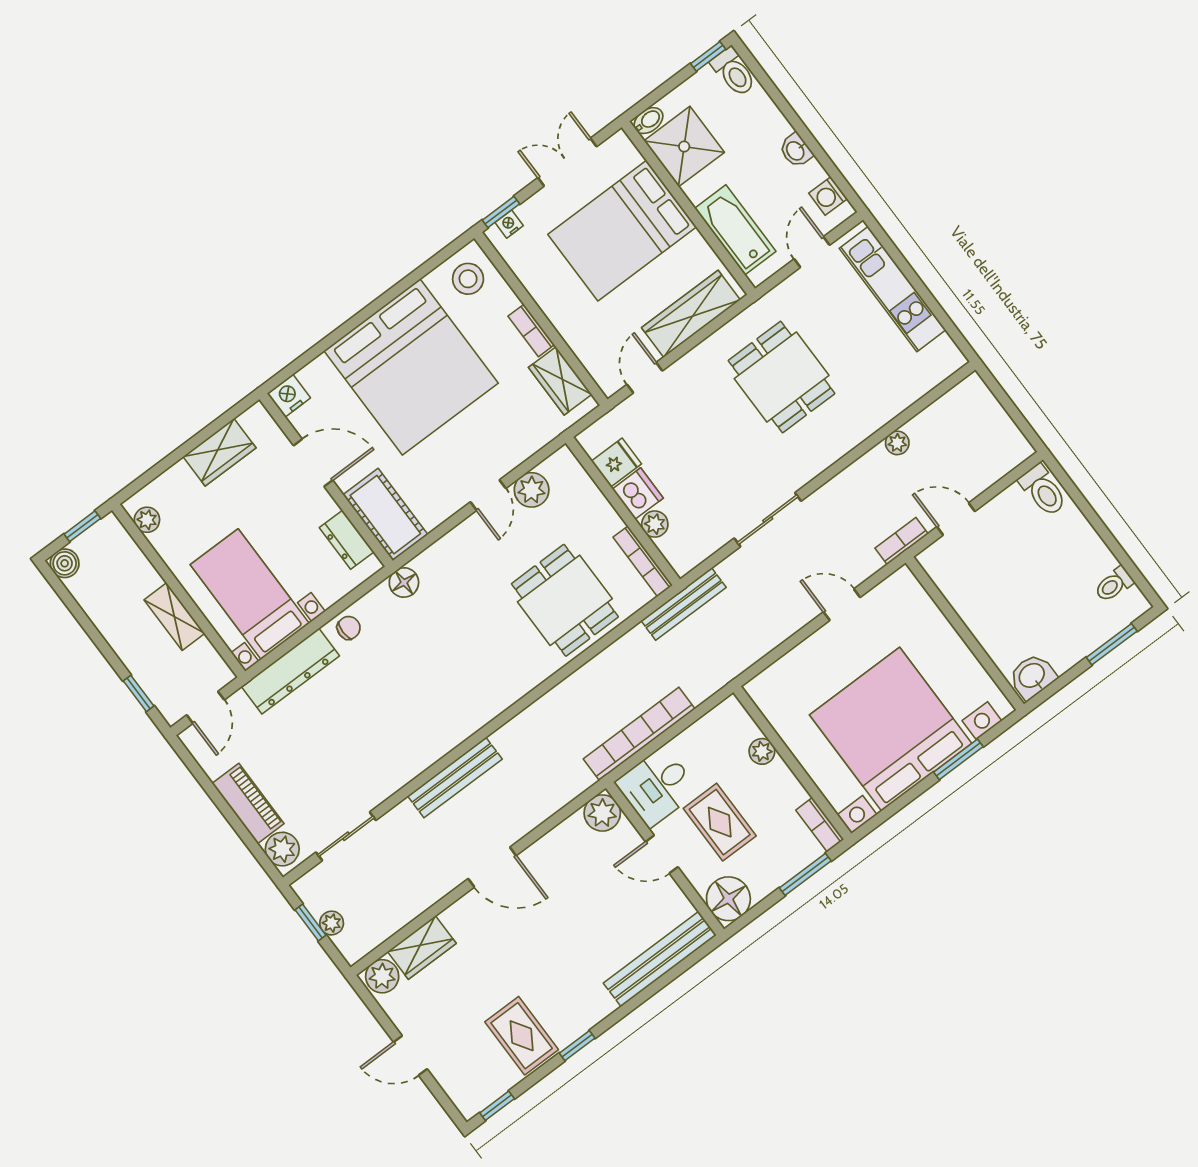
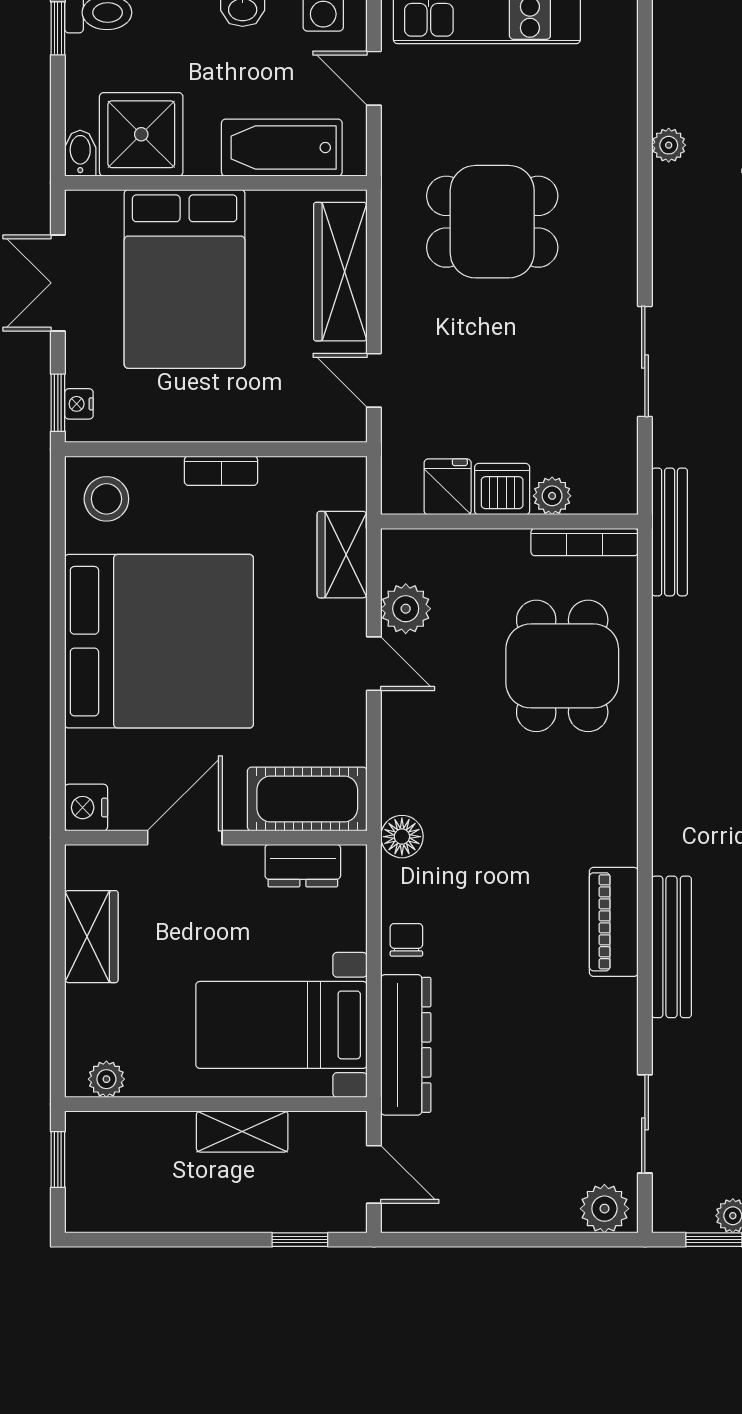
wardrobe: (560, 381) -> (342, 555), moved, turned 90
boiler: (65, 563) -> (85, 1212), removed
dining table: (565, 600) -> (562, 666), turned 90
piano: (248, 803) -> (614, 922), moved, turned -90

